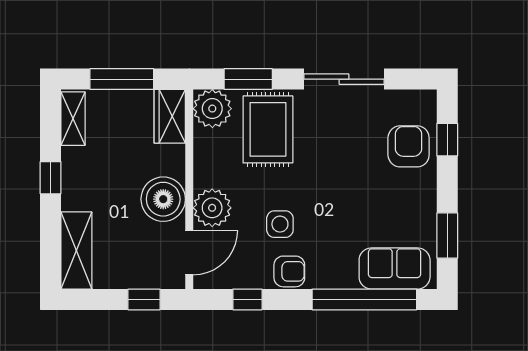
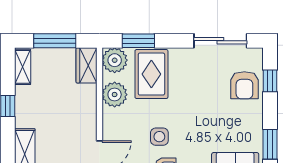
sliding door: (344, 79) -> (220, 41), moved
armchair: (409, 146) -> (244, 85), turned 180
boiler: (163, 199) -> (82, 120), removed
plant: (212, 208) -> (115, 95), moved

